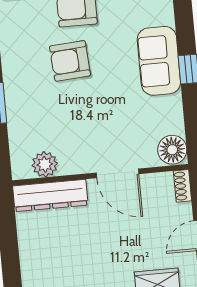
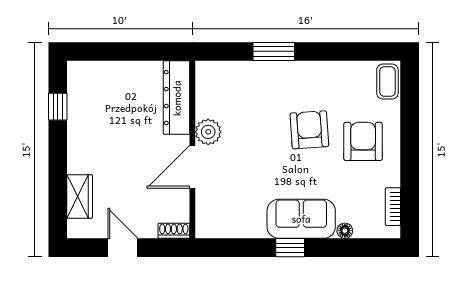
floor lamp: (172, 150) -> (345, 231), moved, width x0.53, depth x0.53
plant: (45, 164) -> (208, 132), moved

